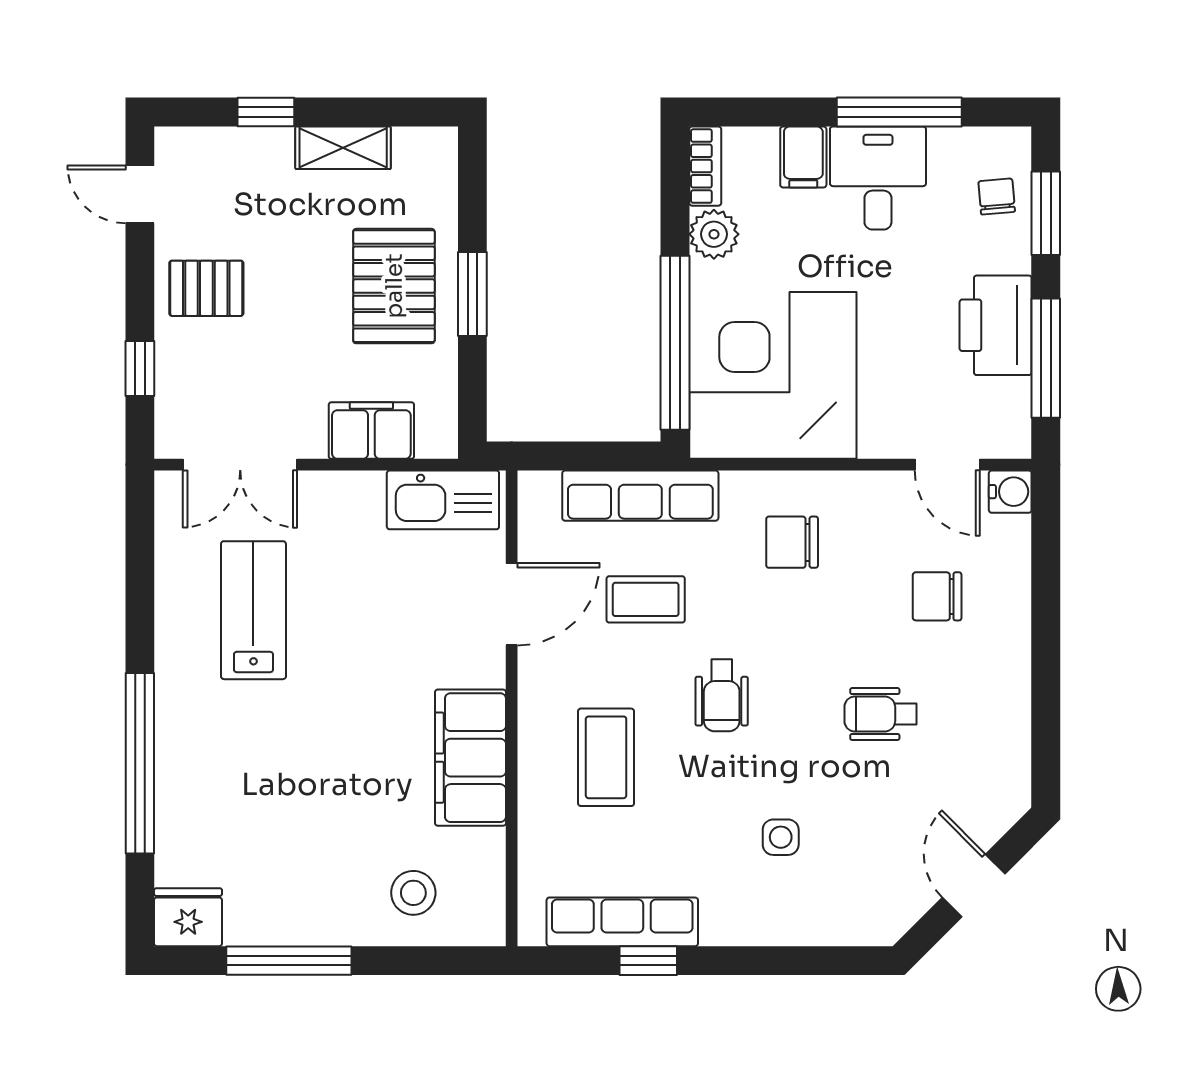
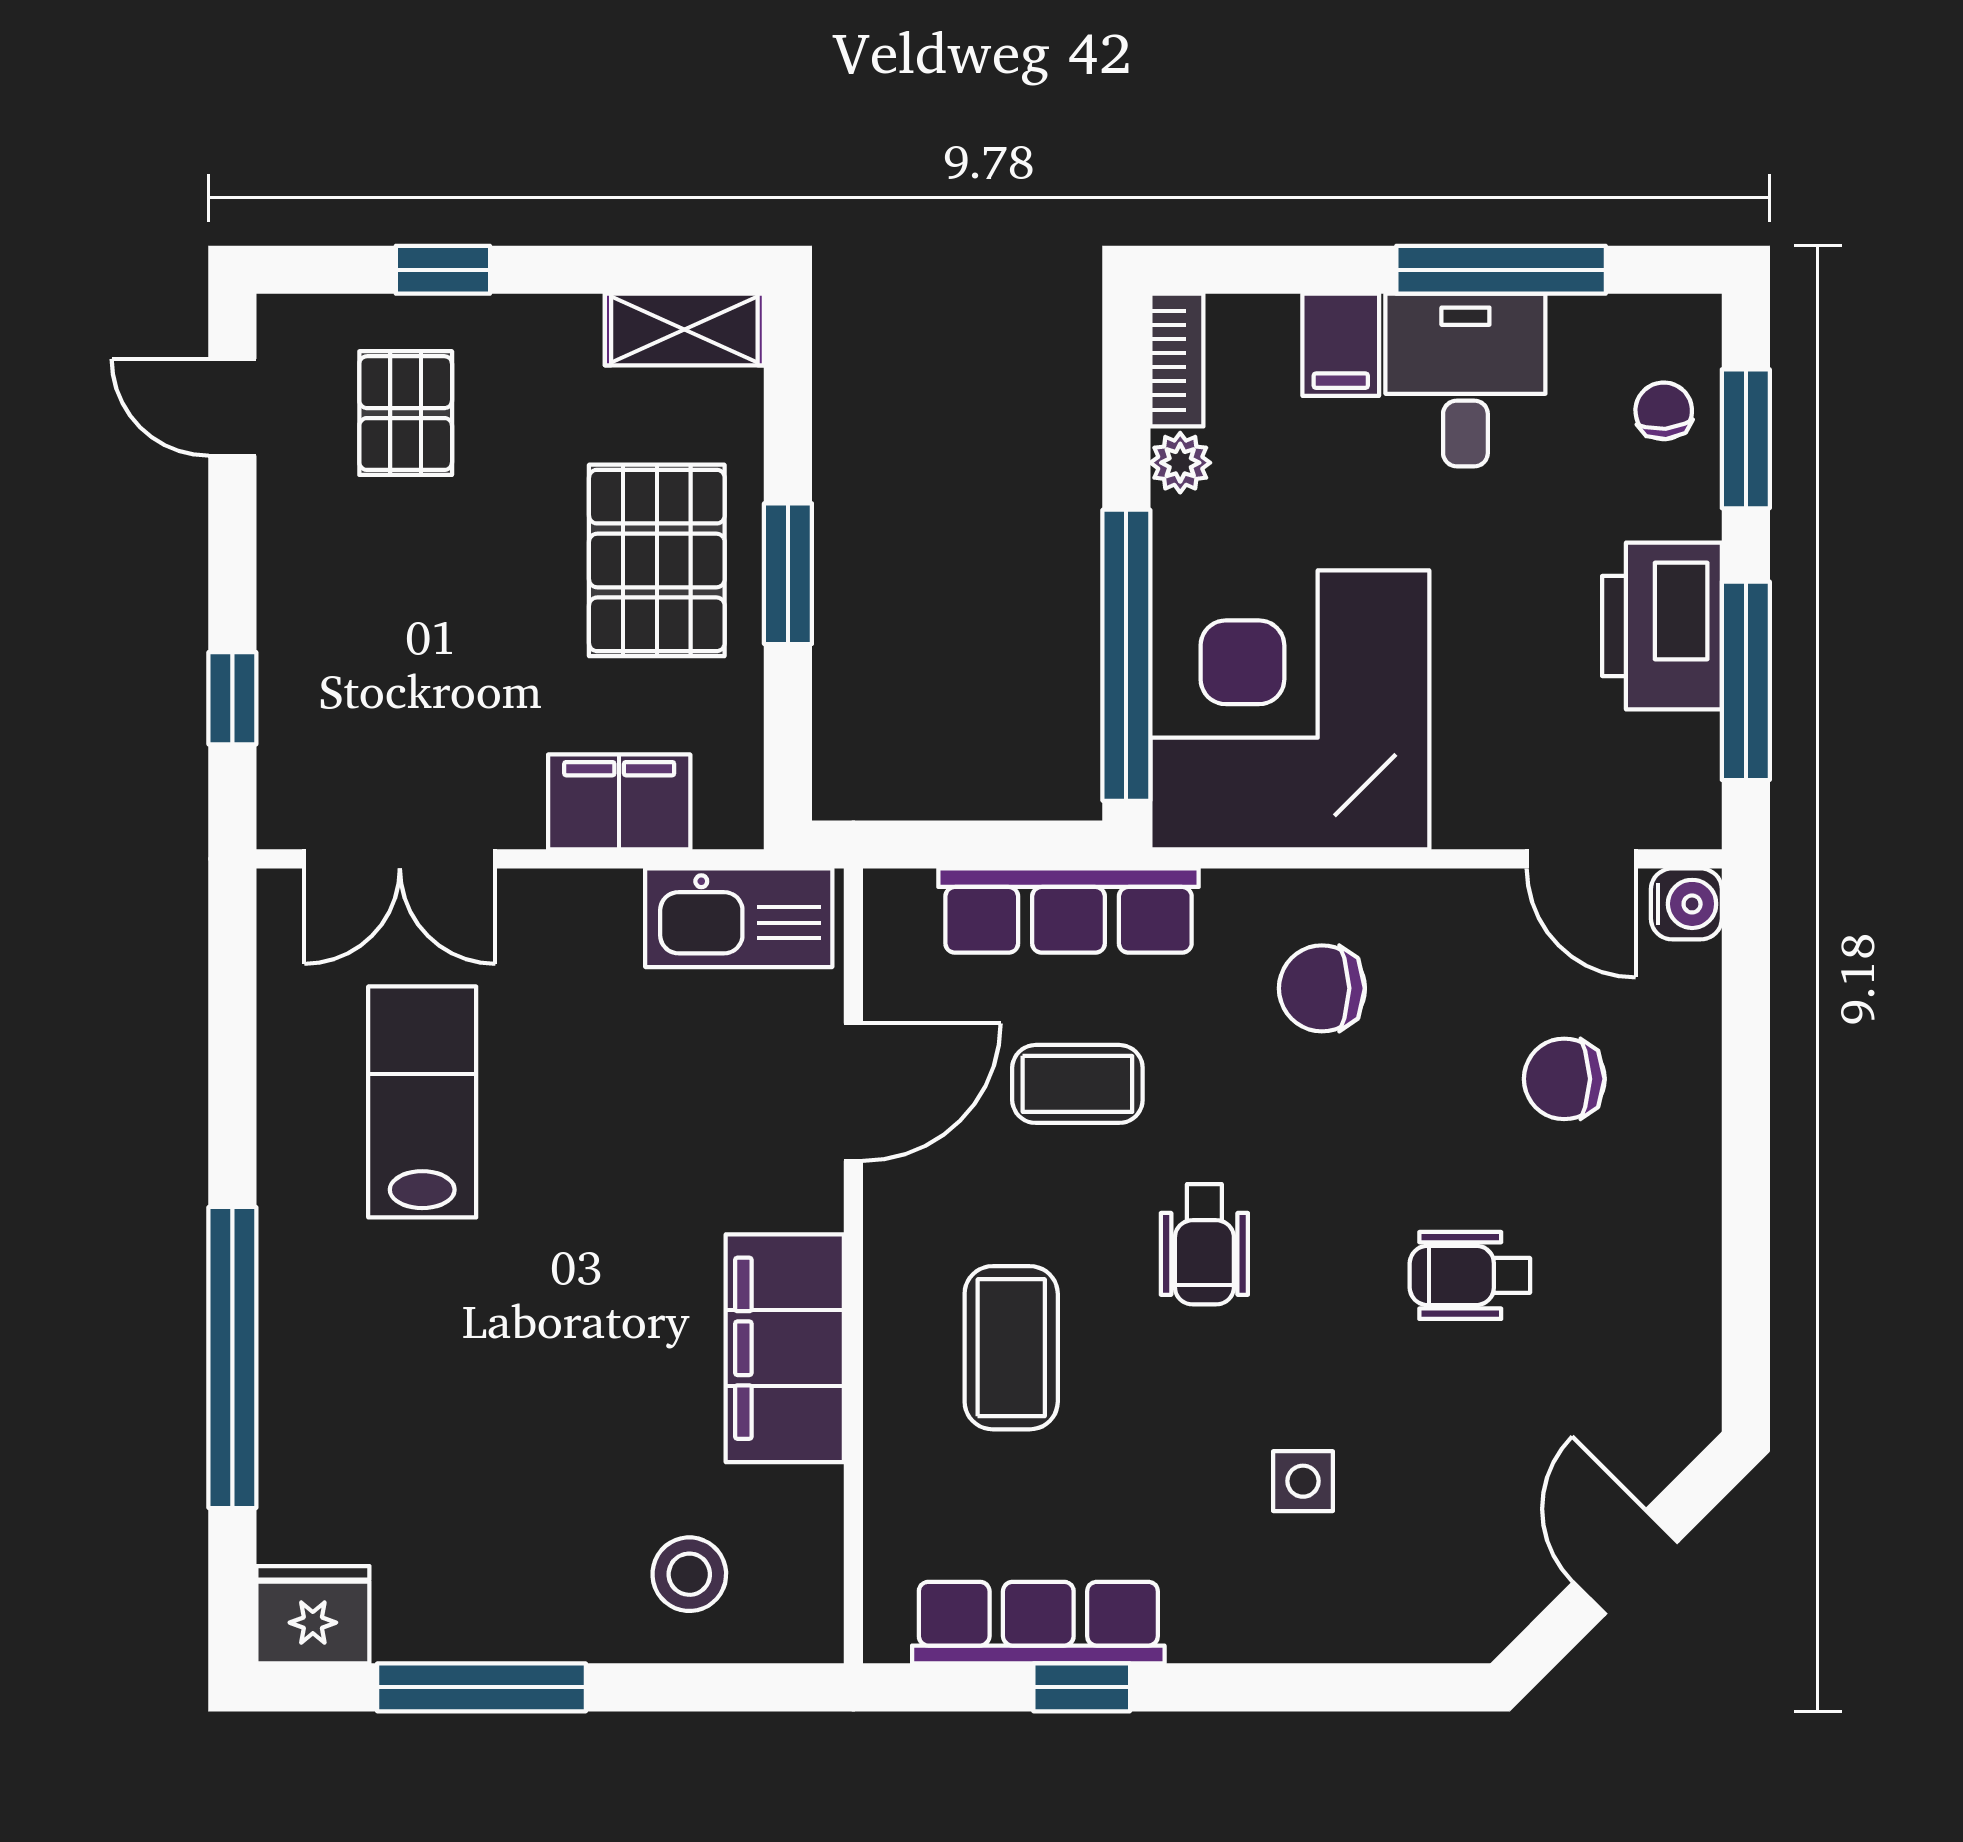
shelving: (343, 148) -> (684, 330), moved
plant: (714, 234) -> (1180, 463), width x0.73, depth x0.73
pallet: (206, 288) -> (406, 413), moved, turned 90

